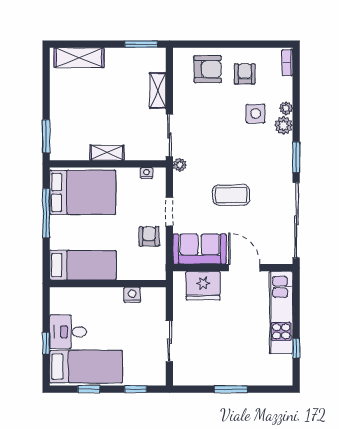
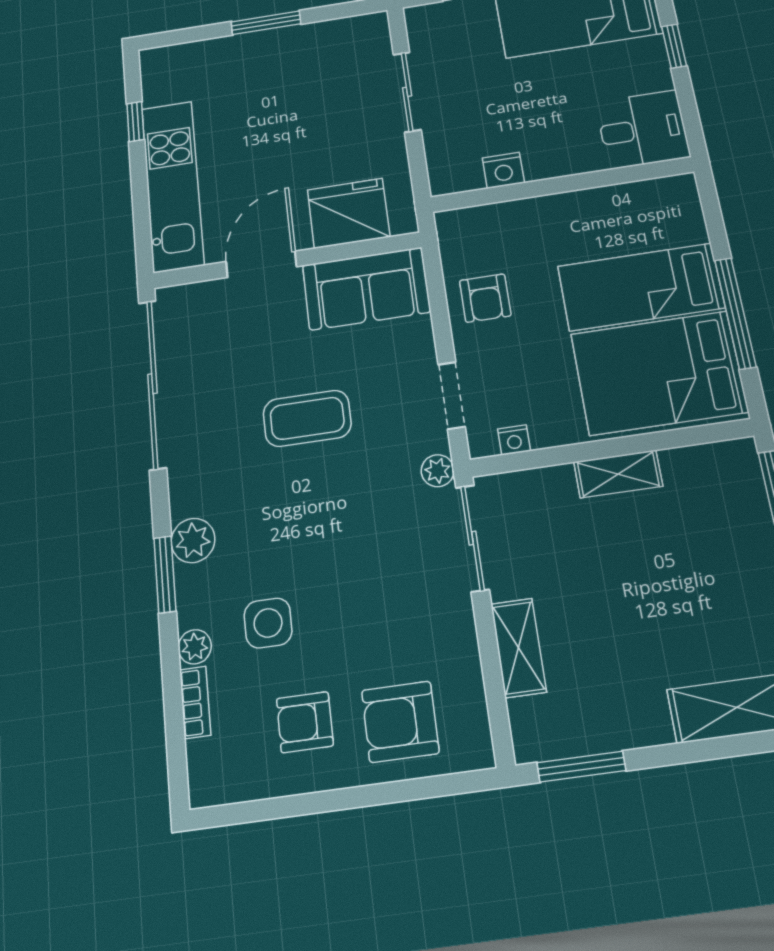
bookcase: (287, 63) -> (195, 702), moved
armchair: (245, 74) -> (305, 722), turned 90
plant: (284, 125) -> (193, 540), moved
window: (296, 157) -> (165, 574), moved
doorway: (169, 212) -> (452, 395), moved
bed: (83, 265) -> (641, 287), moved
door: (244, 268) -> (261, 264), swing flipped
desk: (68, 332) -> (643, 129), moved

